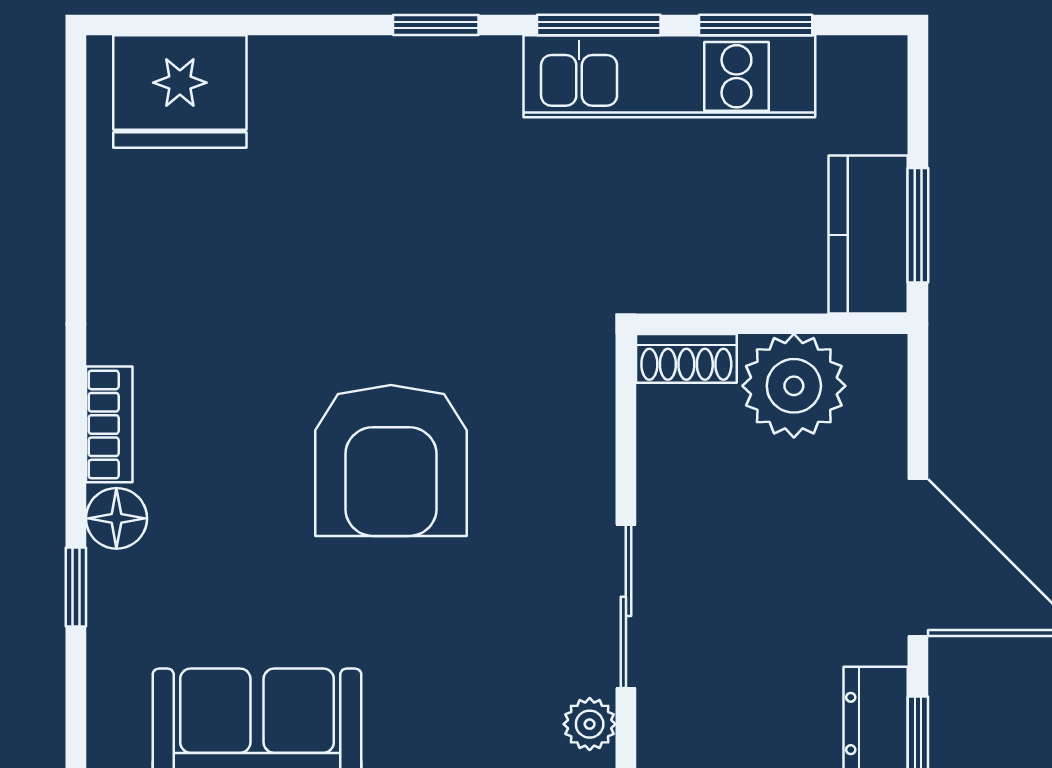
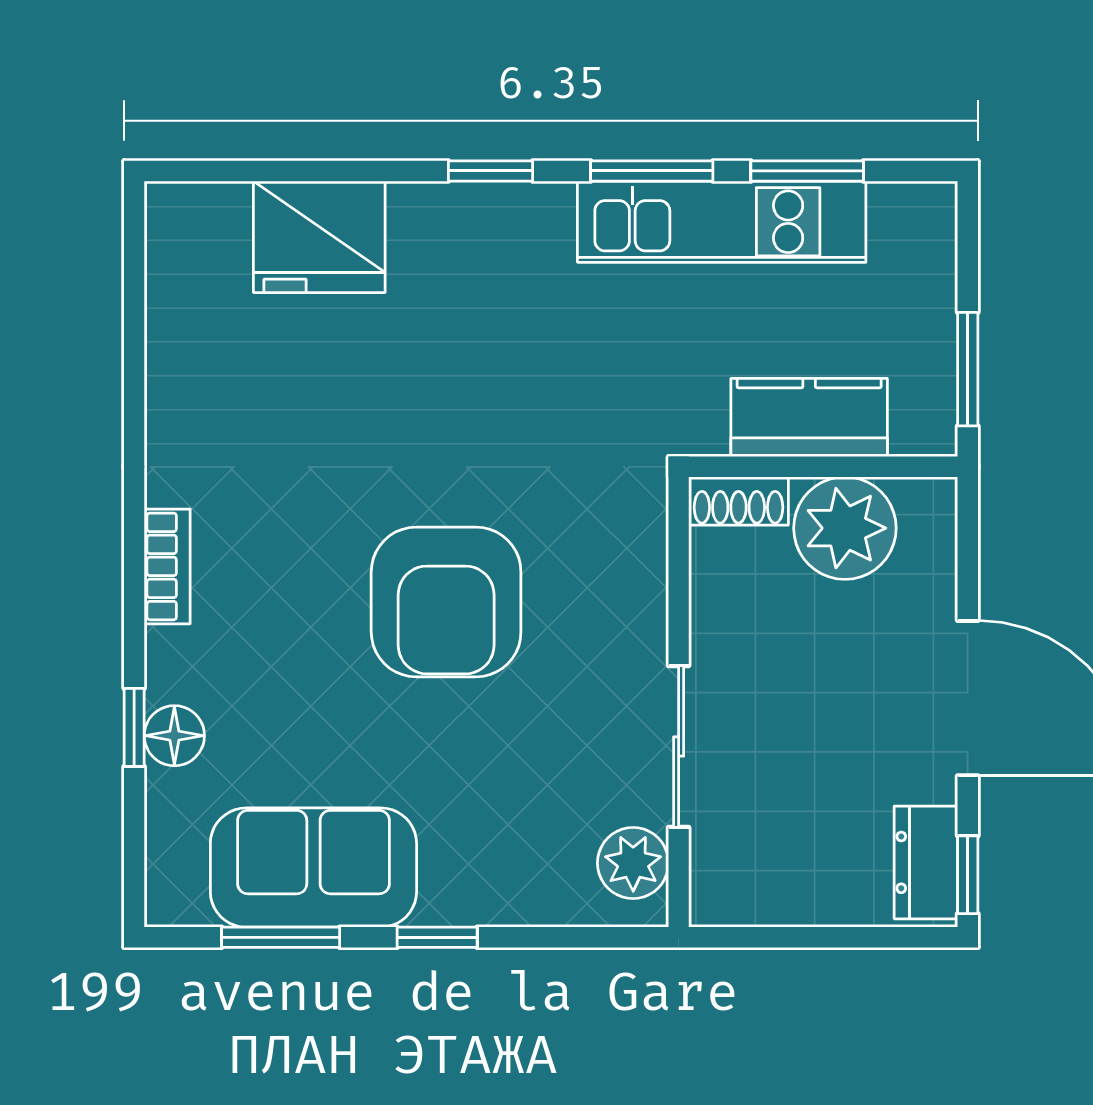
fridge: (180, 92) -> (319, 237), moved
kitchen counter: (868, 235) -> (809, 418), moved, turned 90
floor lamp: (116, 518) -> (174, 736), moved
plant: (590, 724) -> (633, 863), width x1.38, depth x1.38

